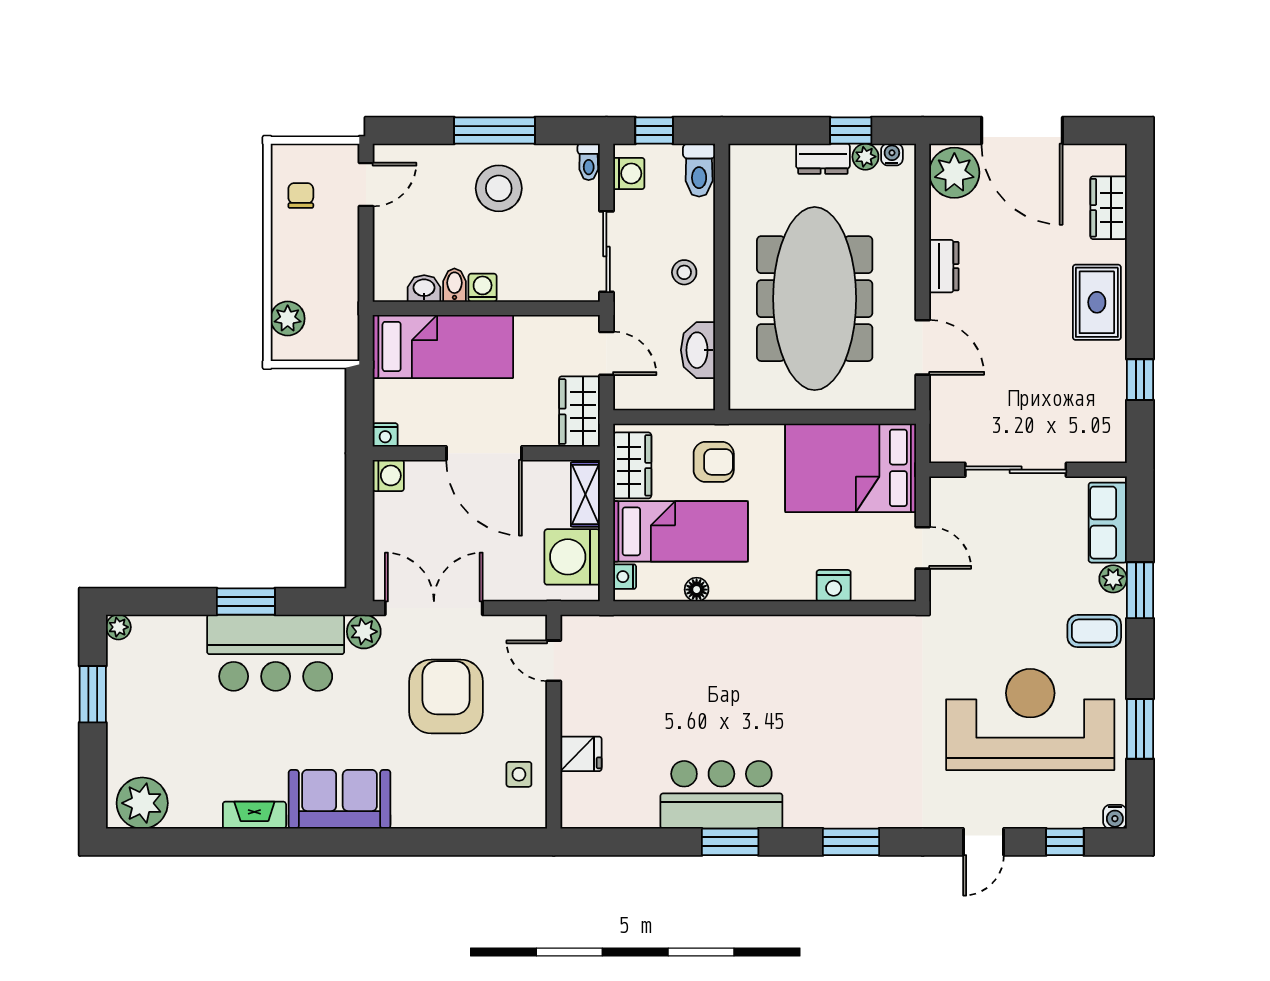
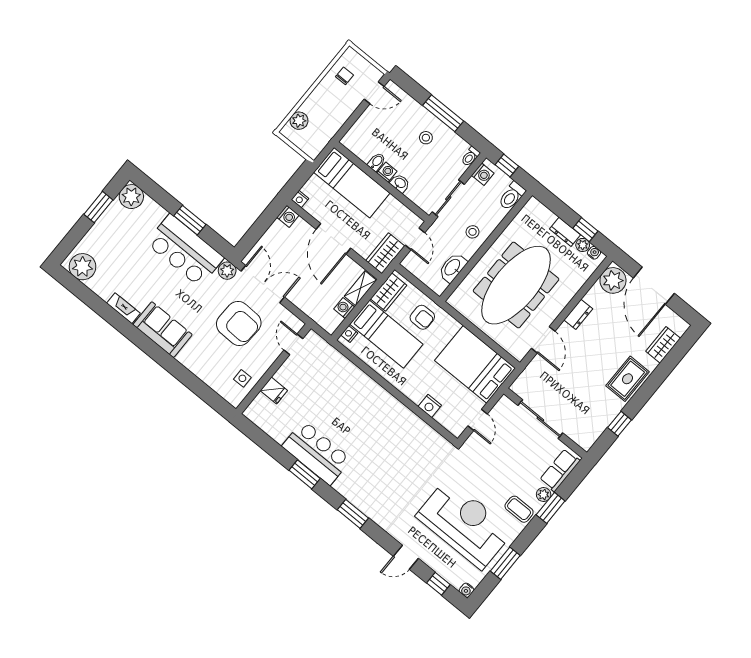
stool: (499, 188) -> (426, 138), width x0.53, depth x0.53
washbasin: (424, 288) -> (400, 183), moved
washing machine: (572, 557) -> (344, 308), width x0.53, depth x0.53
floor lamp: (697, 590) -> (374, 363), removed
plant: (118, 627) -> (131, 197), width x1.87, depth x1.87
armchair: (446, 697) -> (239, 323), turned 92

